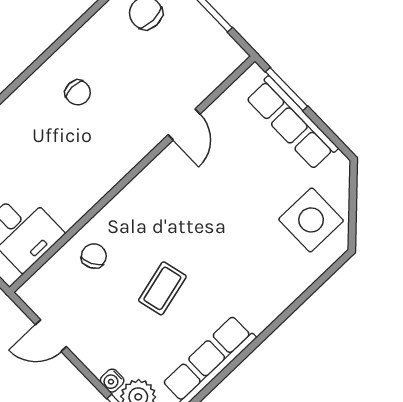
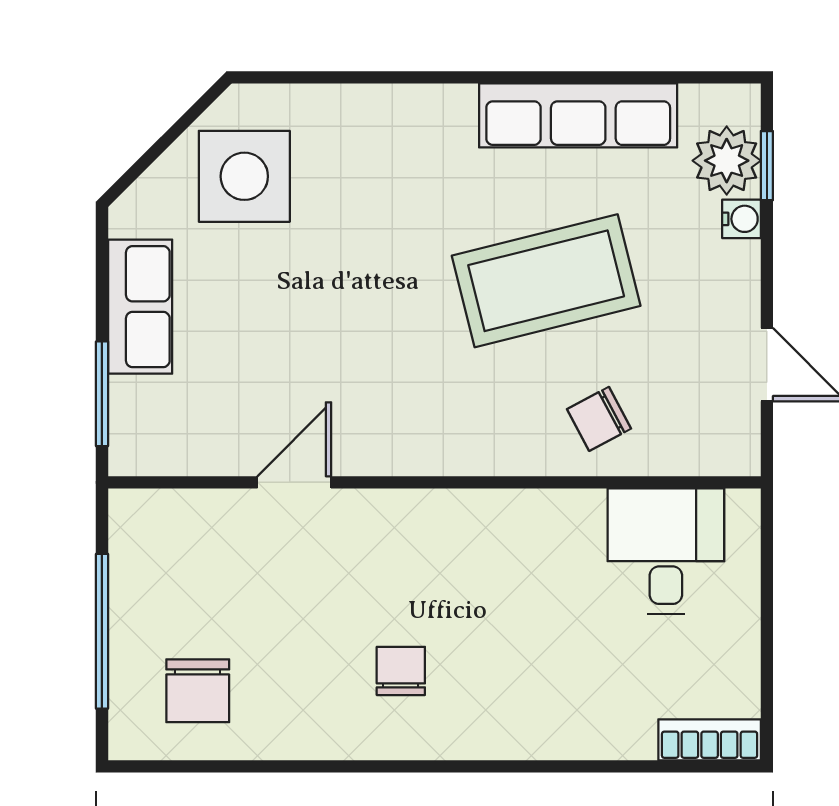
row of seats: (292, 123) -> (140, 307), width x0.68
coffee table: (162, 288) -> (546, 281), width x1.86, depth x1.72

